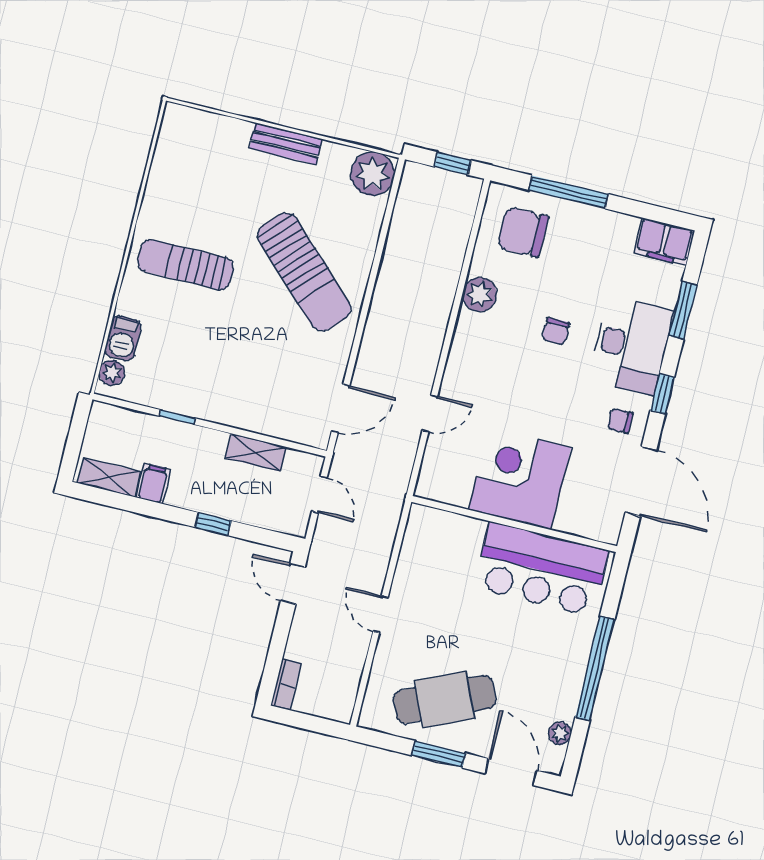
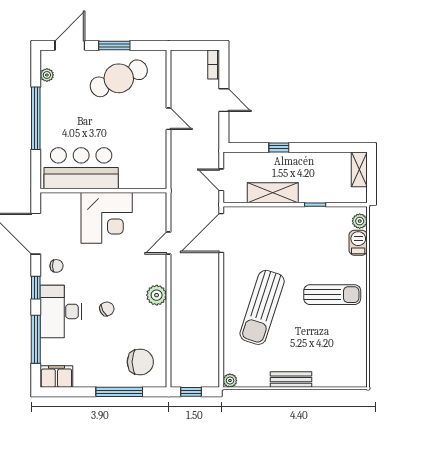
plant: (373, 174) -> (230, 380), width x0.53, depth x0.53
sun lounger: (304, 272) -> (262, 307), turned -116
plant: (480, 295) -> (157, 295), moved
window: (683, 310) -> (36, 339), width x1.44
chair: (556, 331) -> (107, 309), turned 60
door: (340, 409) -> (221, 233), width x1.36
shelving: (256, 452) -> (273, 193), width x1.50, depth x1.33
shelving: (109, 477) -> (359, 169), moved, turned 90
filing cabinet: (153, 484) -> (320, 162), removed
door: (293, 584) -> (224, 100), moved
door: (511, 772) -> (70, 45), swing flipped

